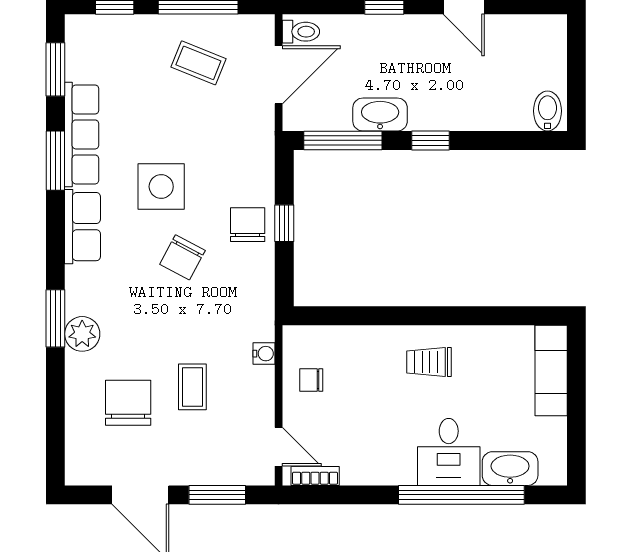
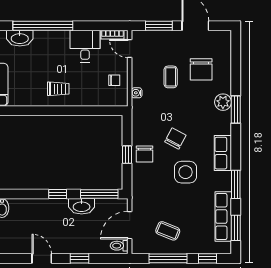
row of seats: (82, 134) -> (223, 216), moved
desk: (449, 452) -> (85, 46), moved

